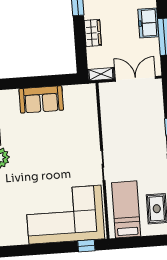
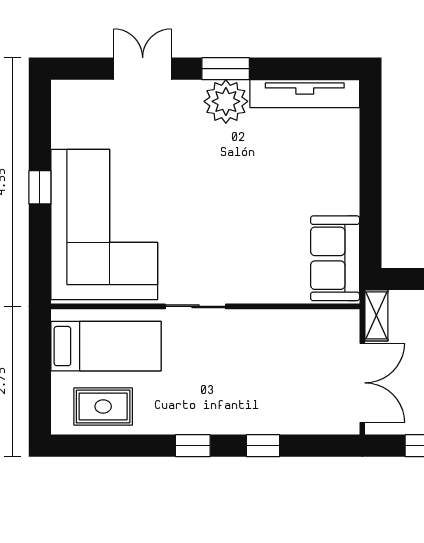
sofa: (41, 99) -> (335, 258), moved
window: (86, 246) -> (40, 187), moved

